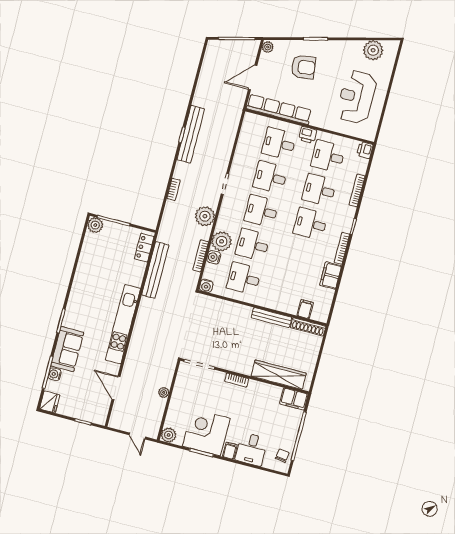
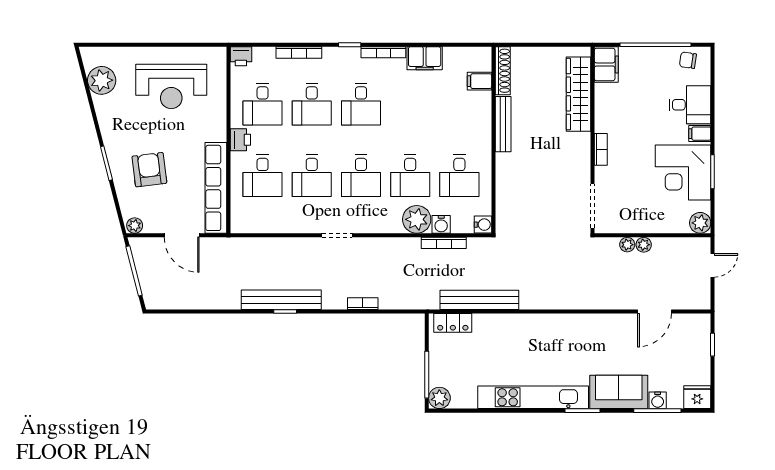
plant: (205, 216) -> (627, 245), moved, width x0.53, depth x0.53
kitchen unit: (123, 324) -> (533, 397), moved, turned 180

